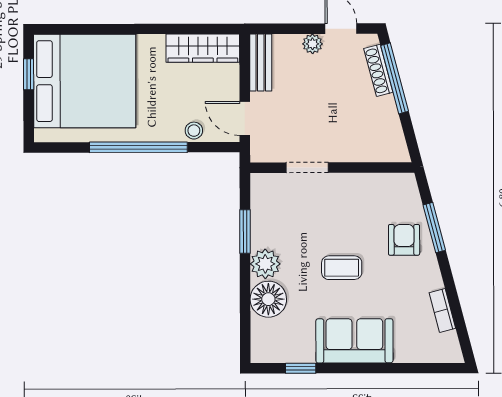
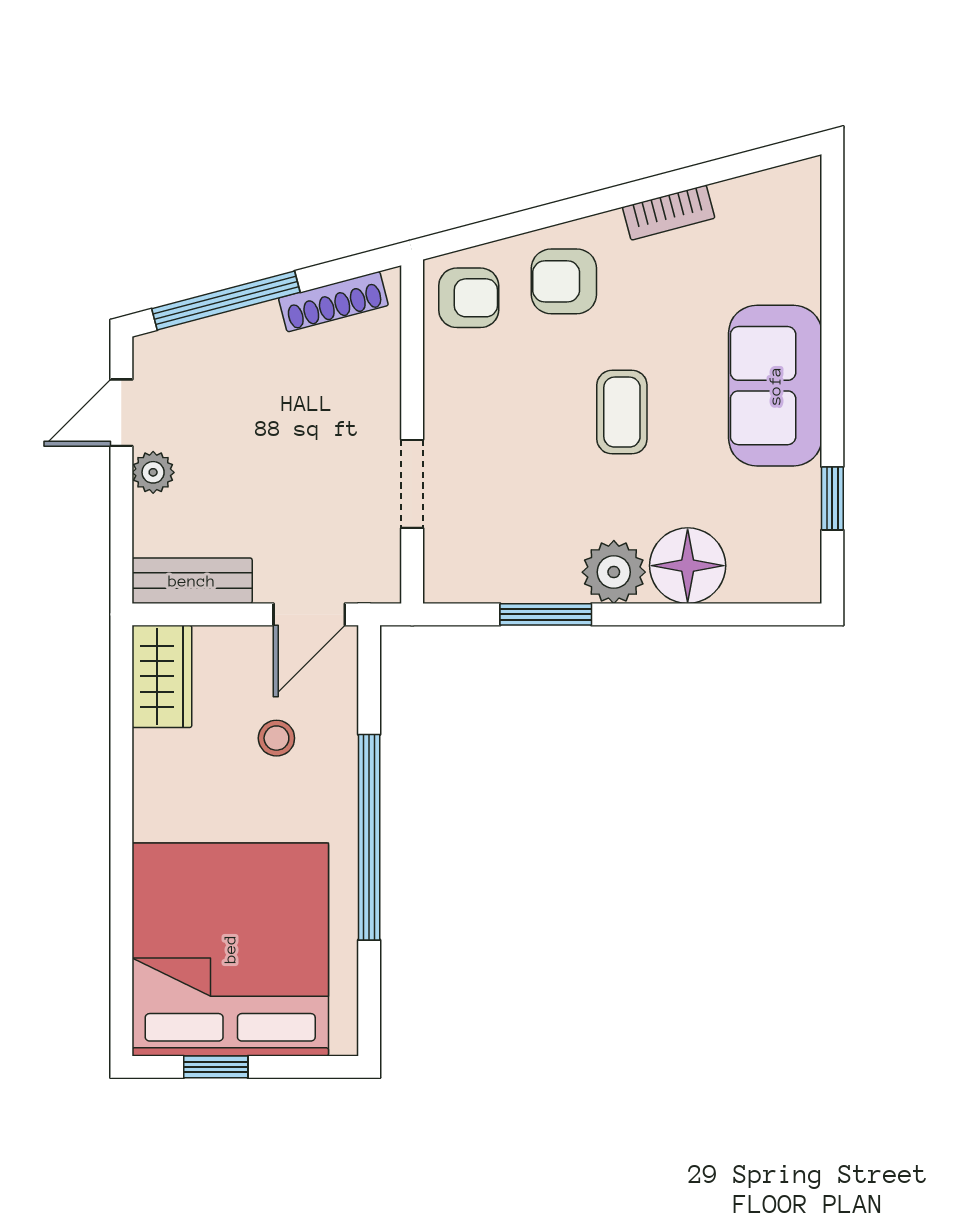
wardrobe: (203, 48) -> (162, 676), width x0.67
shoe rack: (378, 70) -> (333, 302), moved
stool: (194, 131) -> (276, 738), moved
armchair: (396, 194) -> (469, 298), added
window: (434, 228) -> (538, 218), removed
bookcase: (442, 310) -> (669, 213), moved

